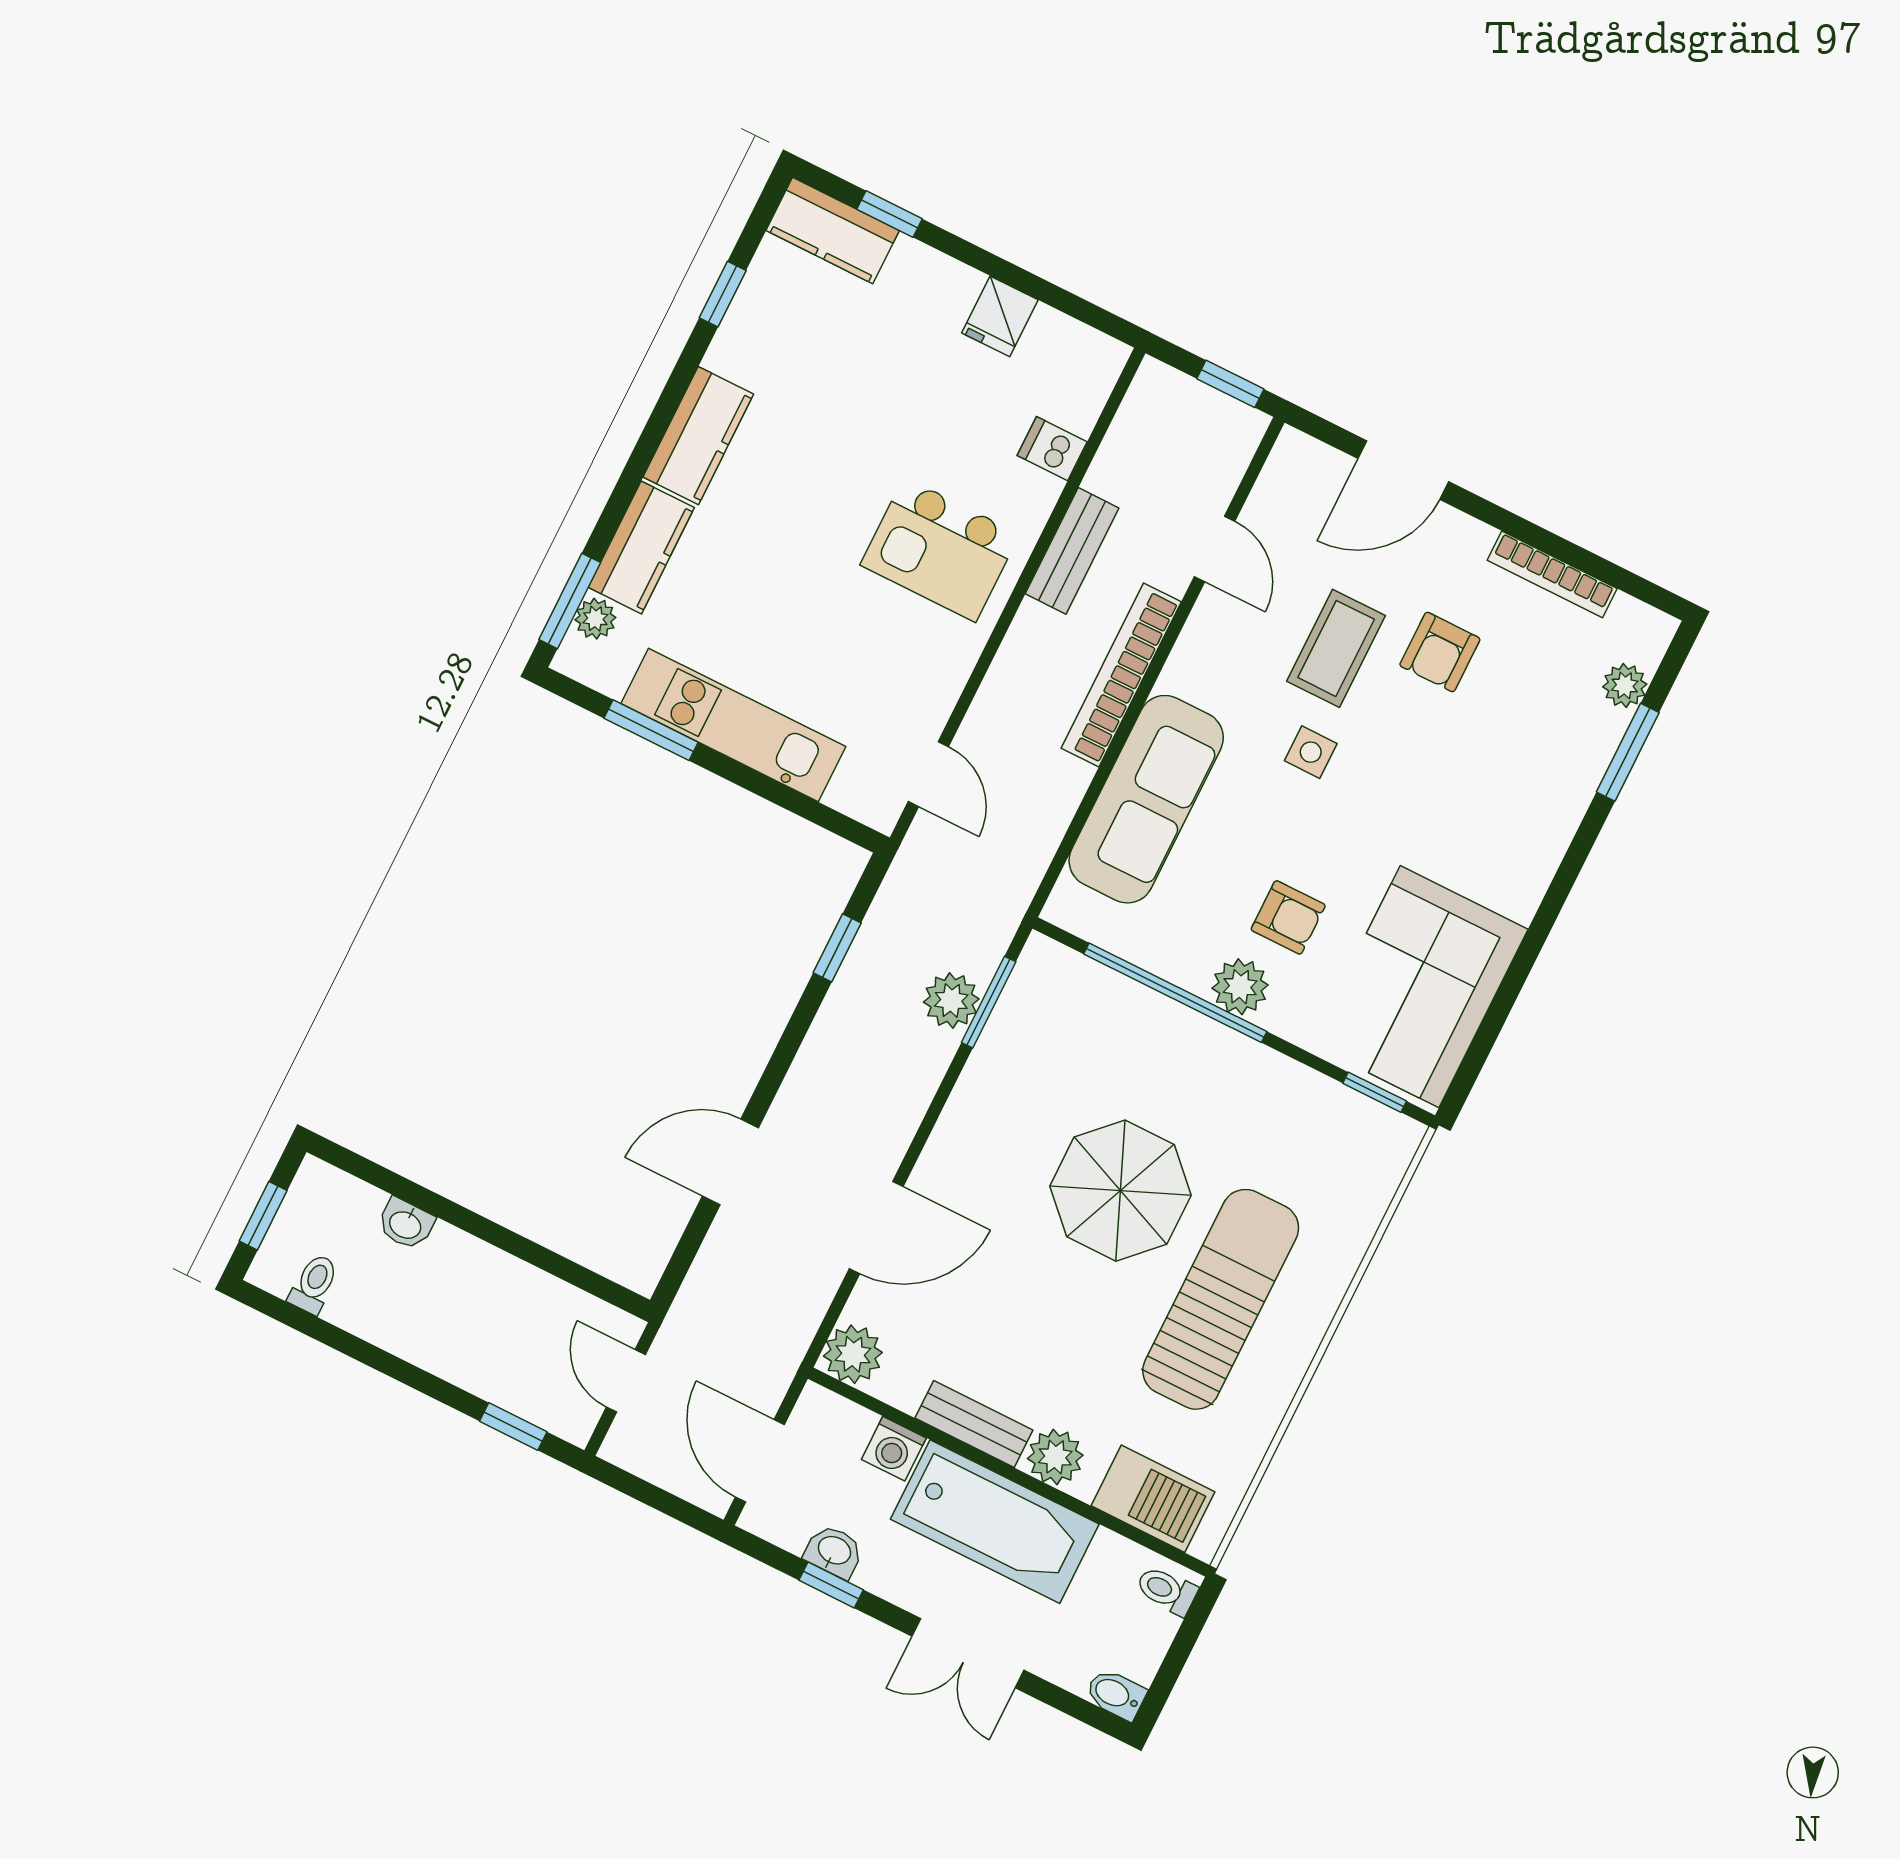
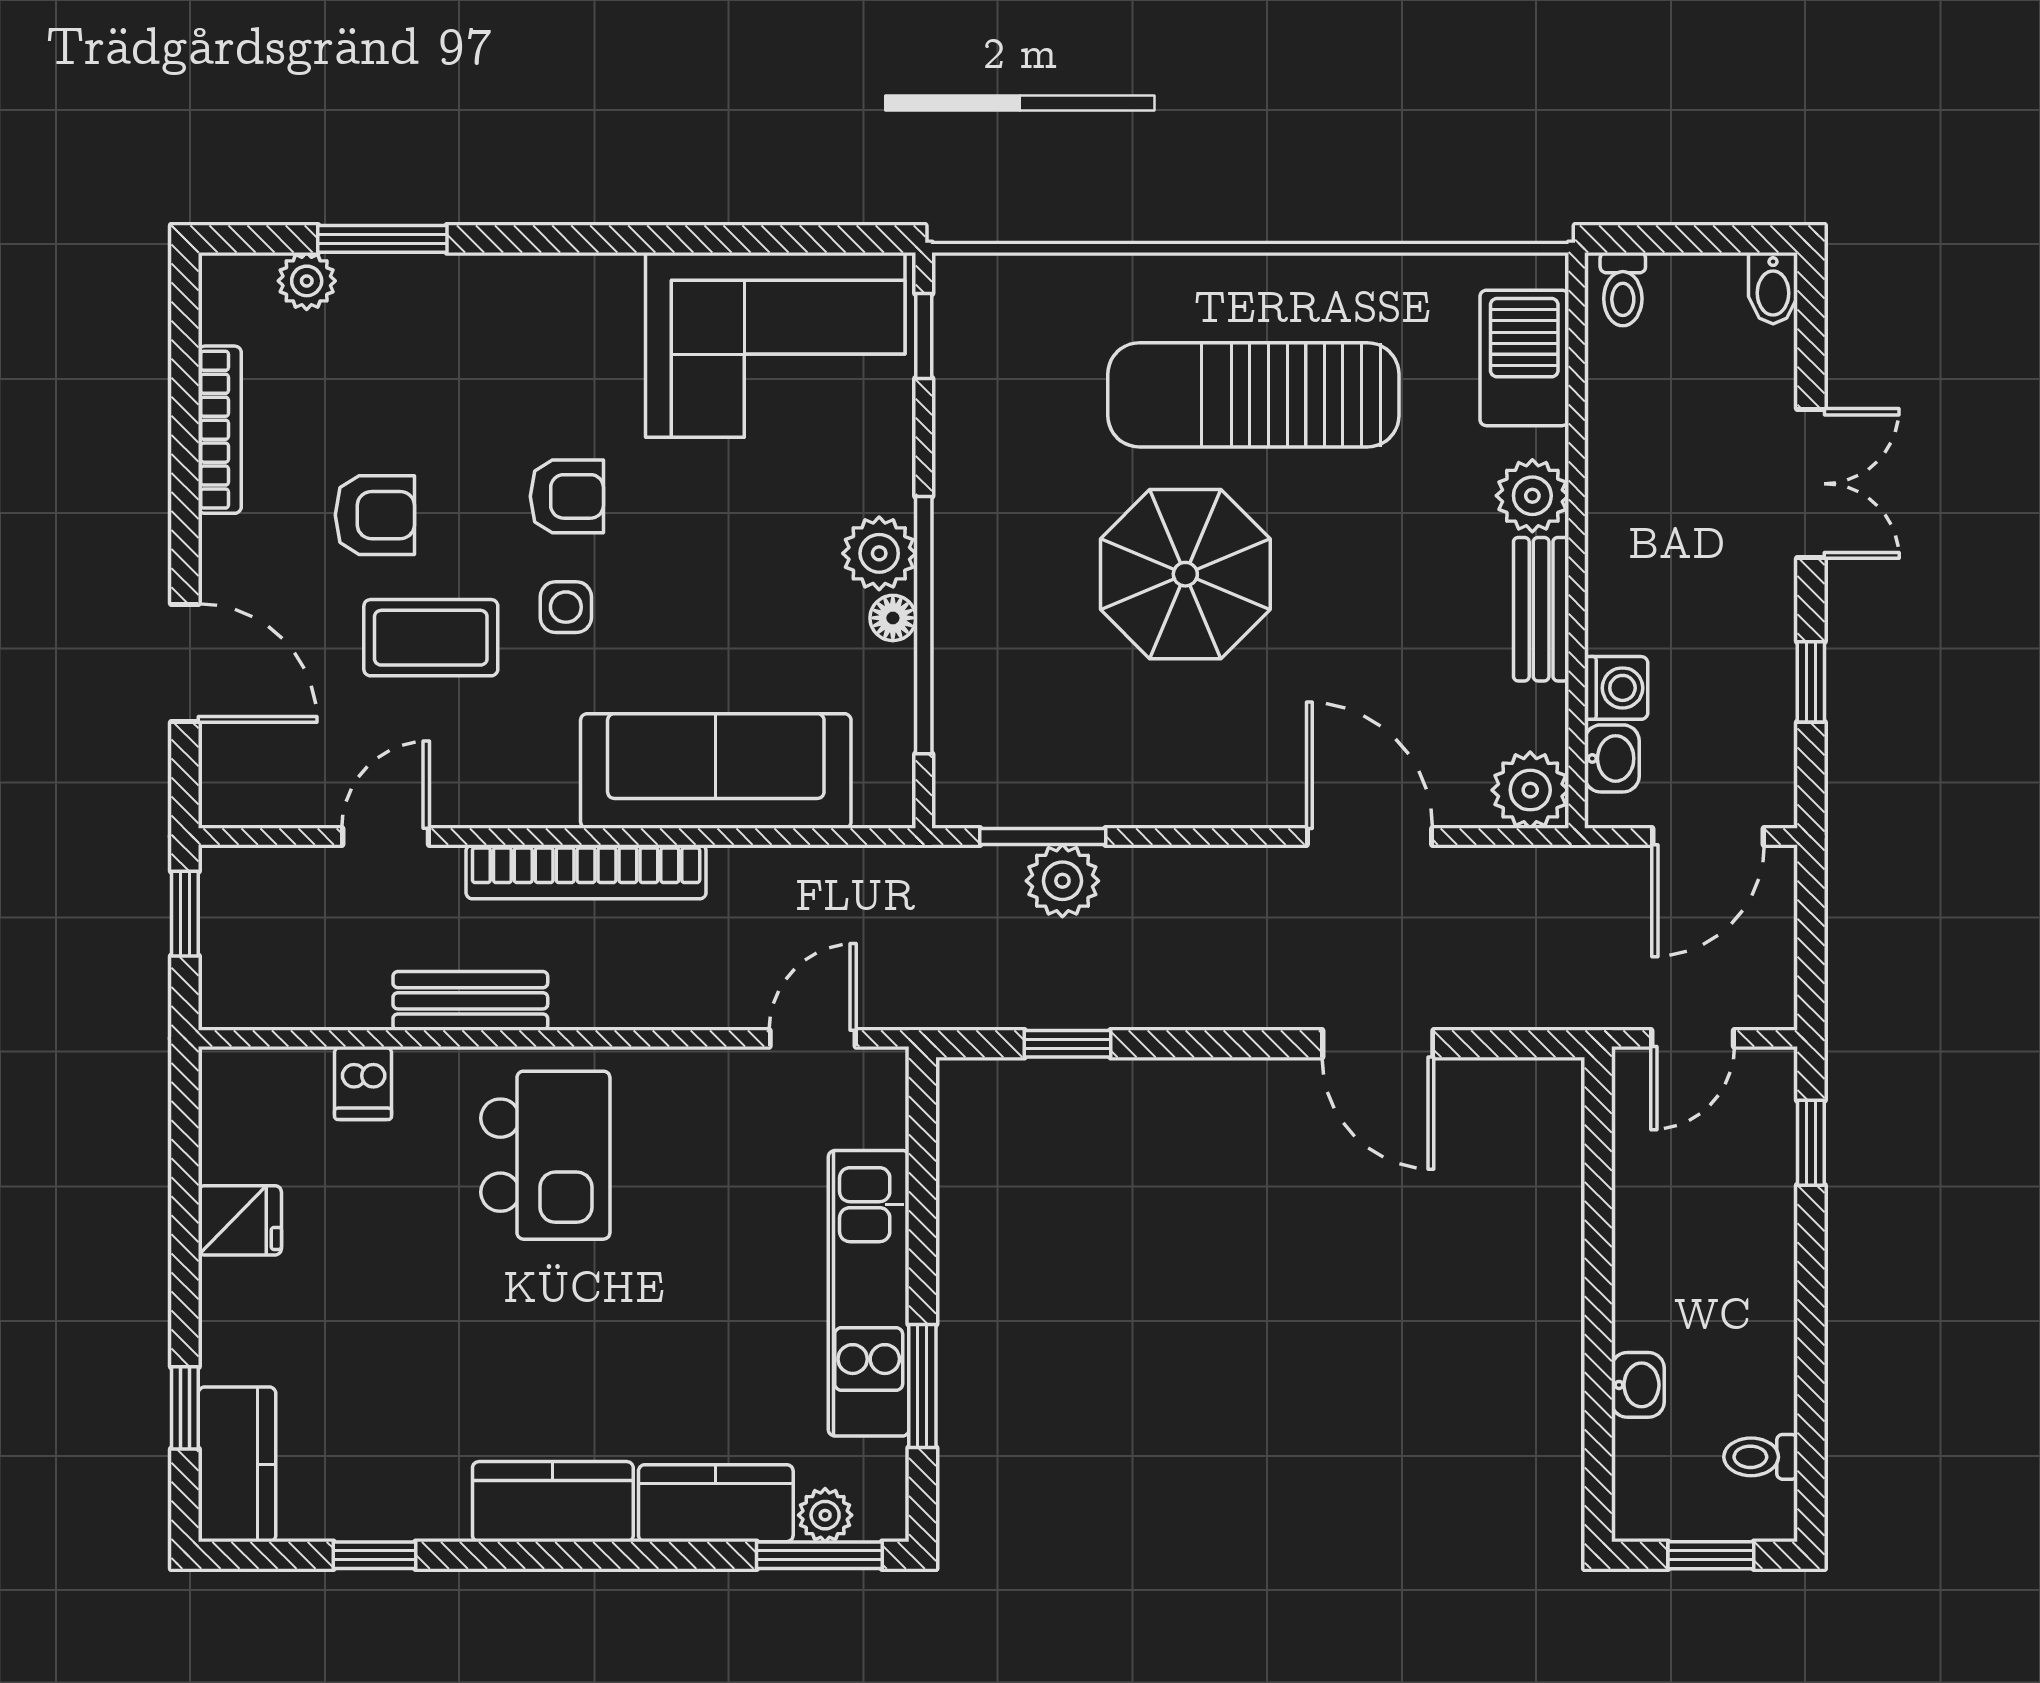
armchair: (1288, 917) -> (567, 496), moved, turned 90
floor lamp: (1191, 974) -> (893, 618), added
bathtub: (995, 1522) -> (1642, 528), removed
washbasin: (834, 1551) -> (1612, 758), moved, turned 180

